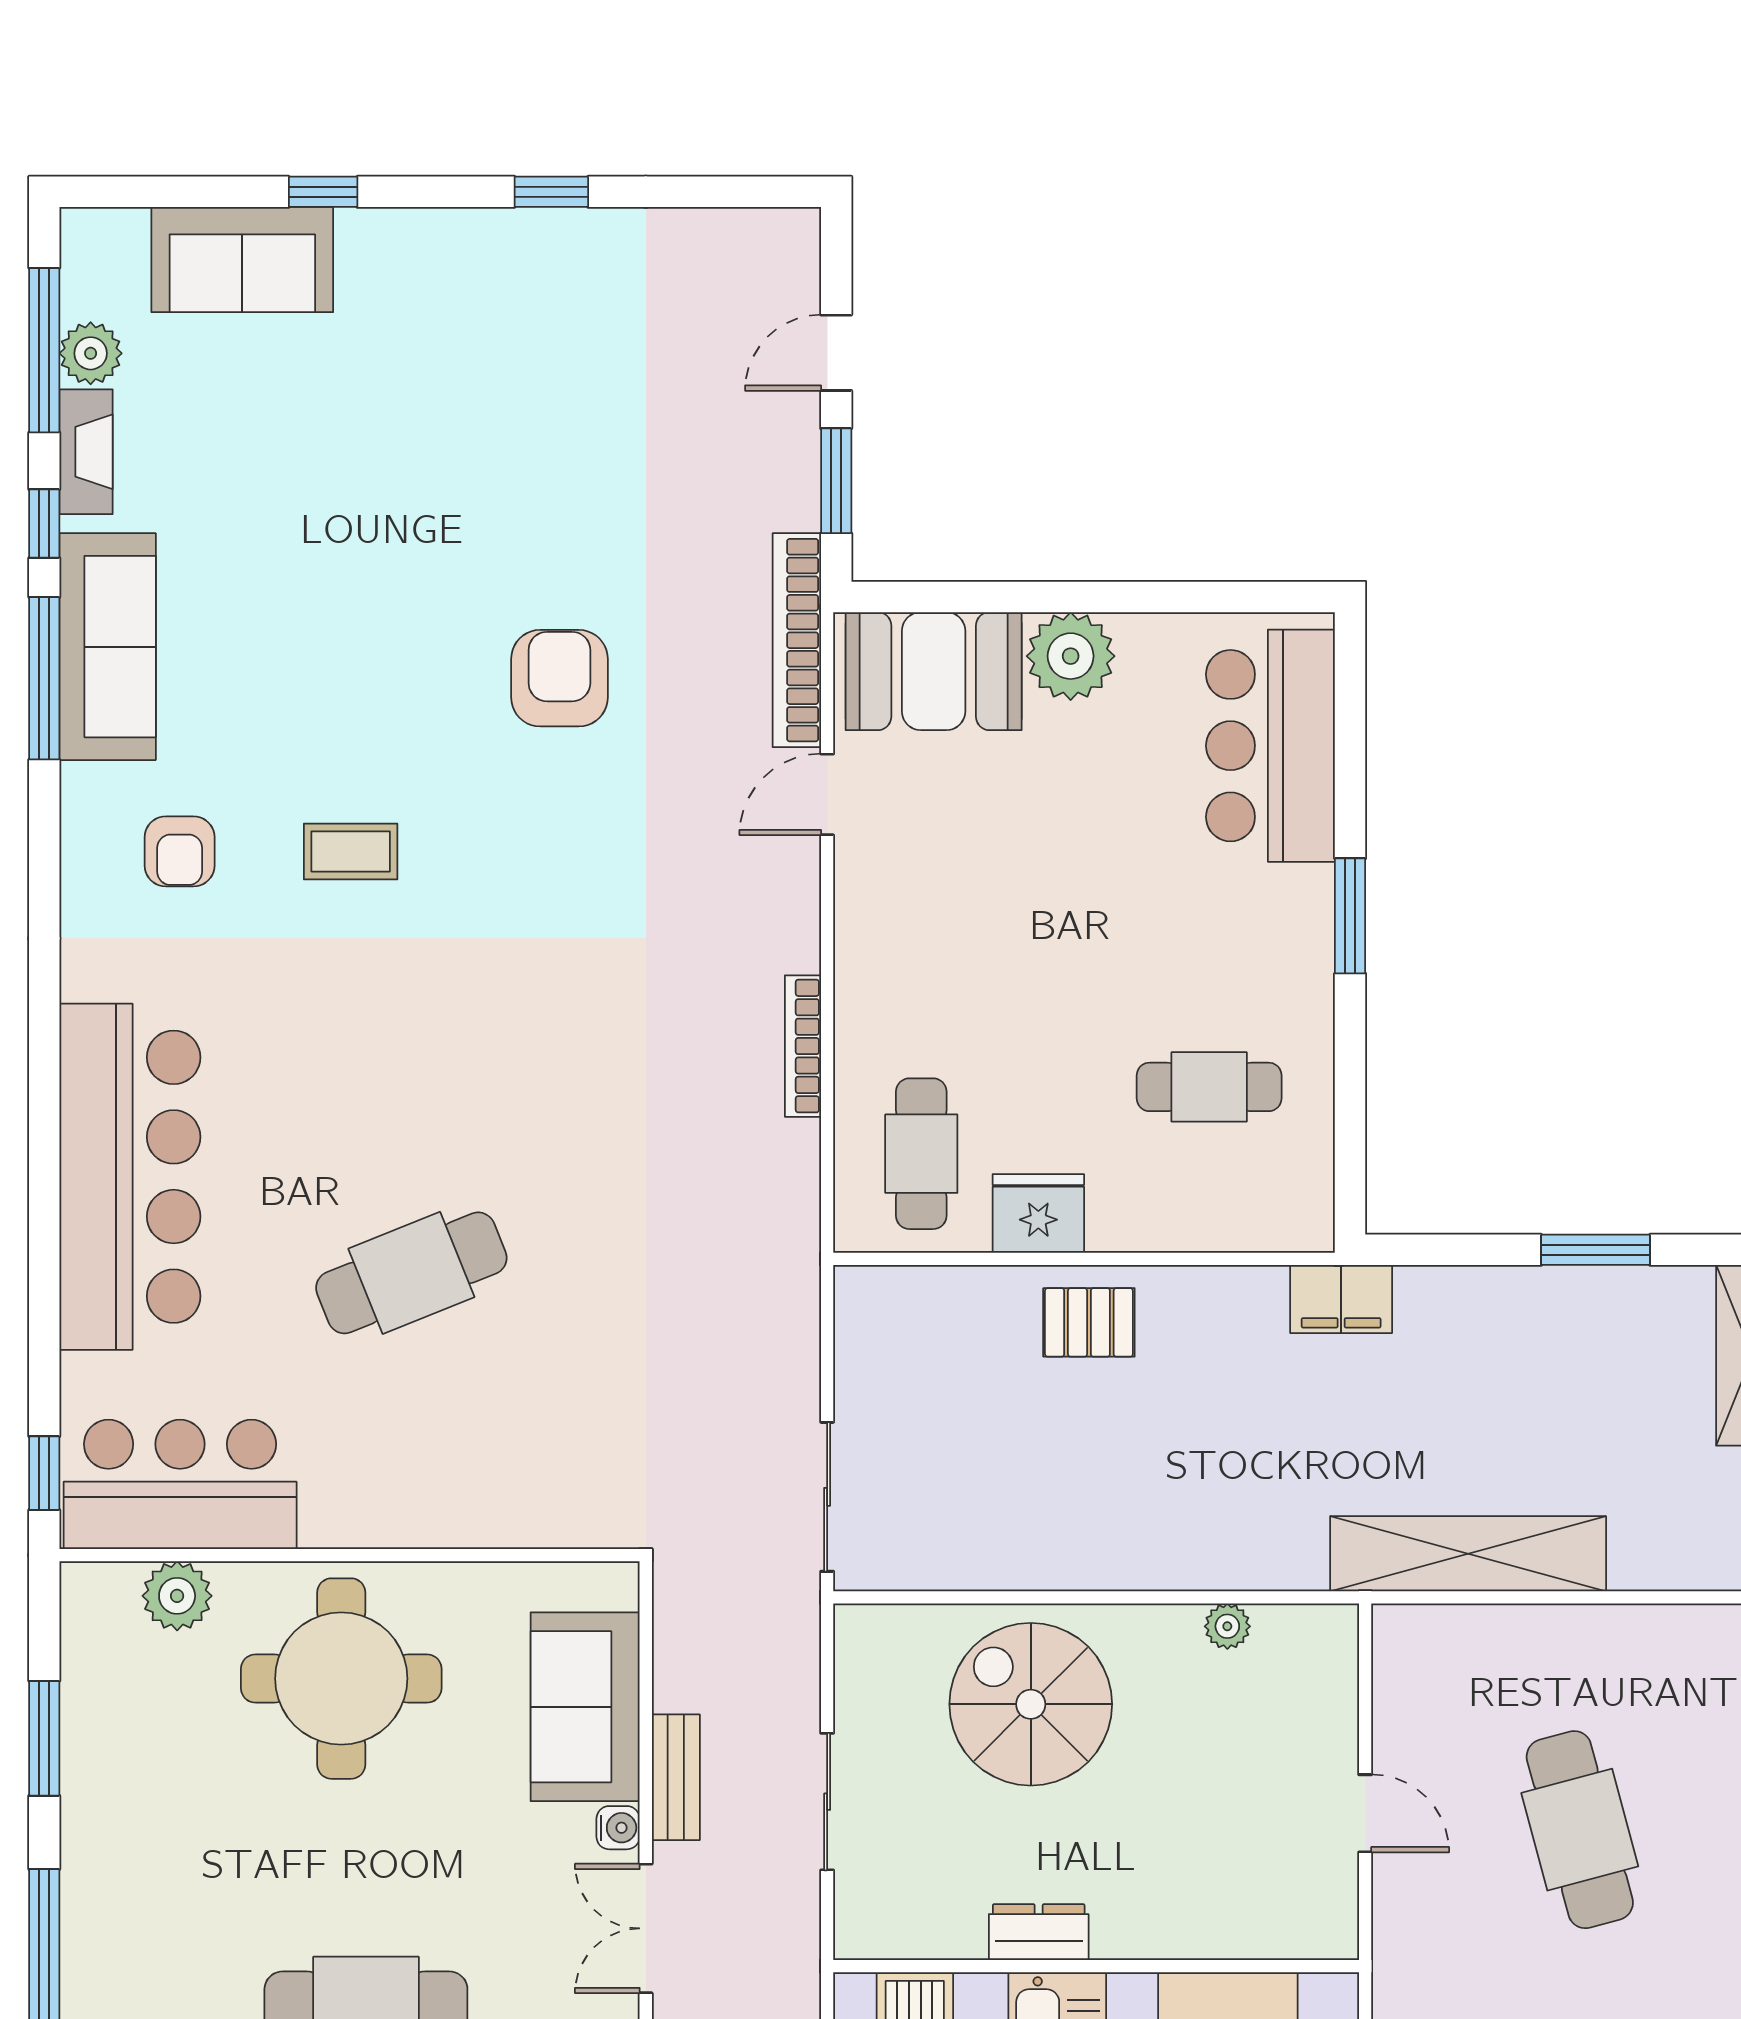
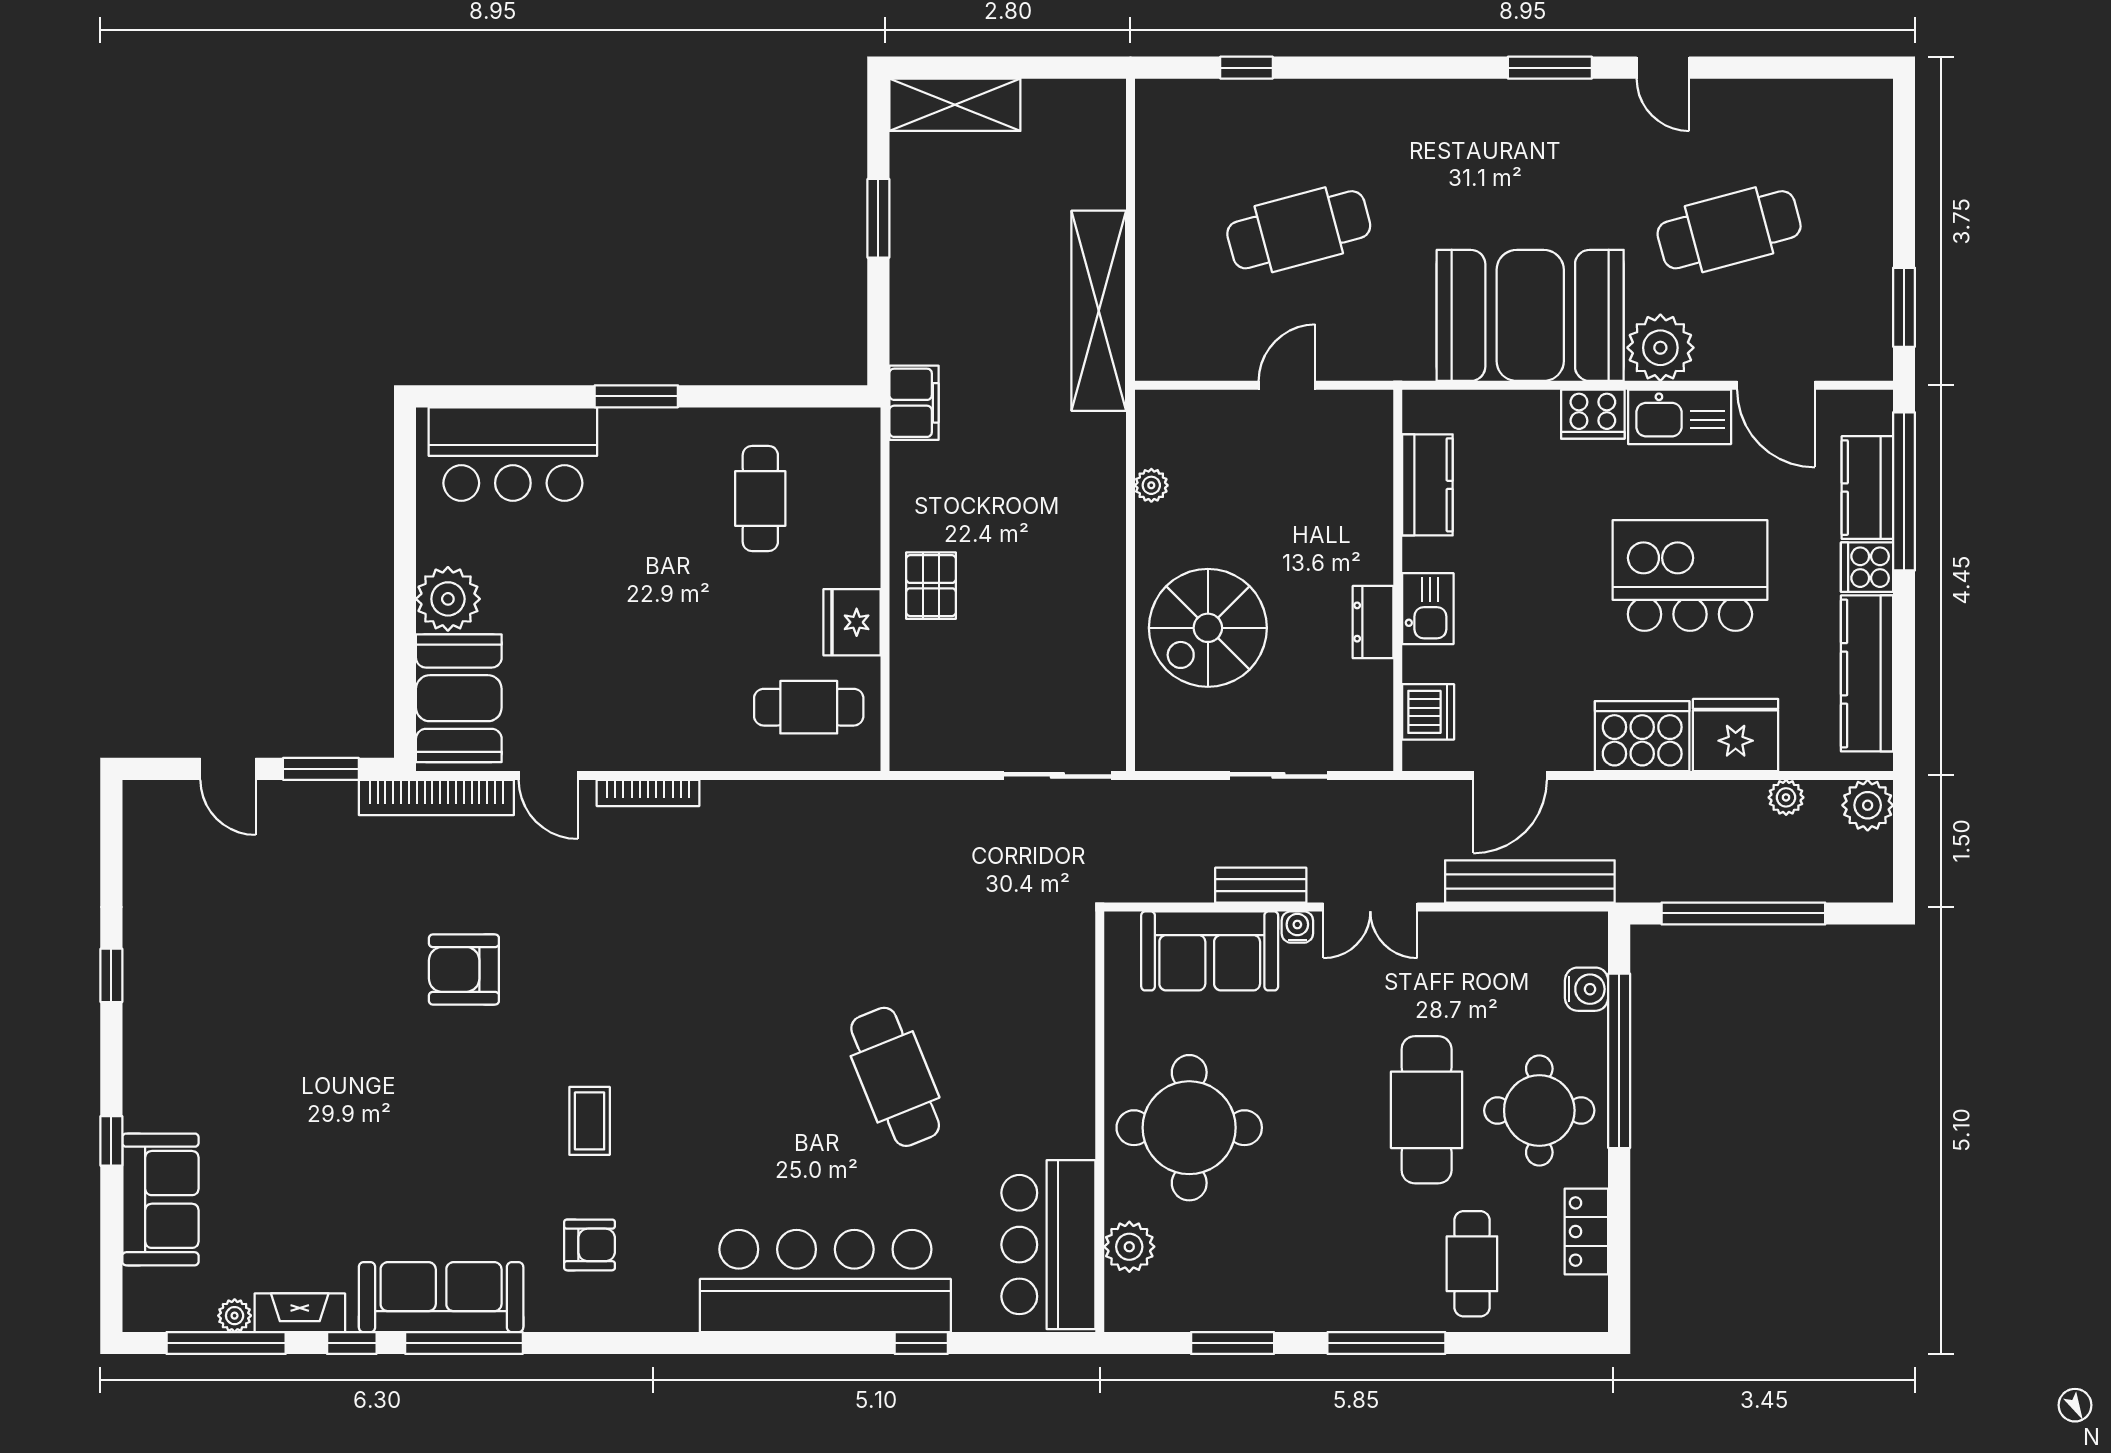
plant: (91, 353) -> (235, 1316), width x0.73, depth x0.73
bookcase: (803, 1046) -> (648, 793), moved
window: (44, 1473) -> (921, 1343), moved

